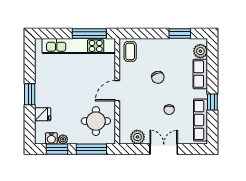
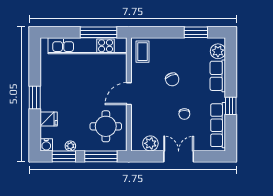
water cooler: (51, 138) -> (46, 145), moved

